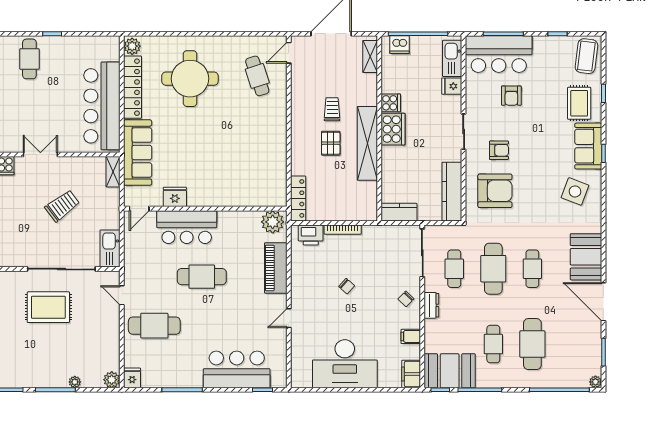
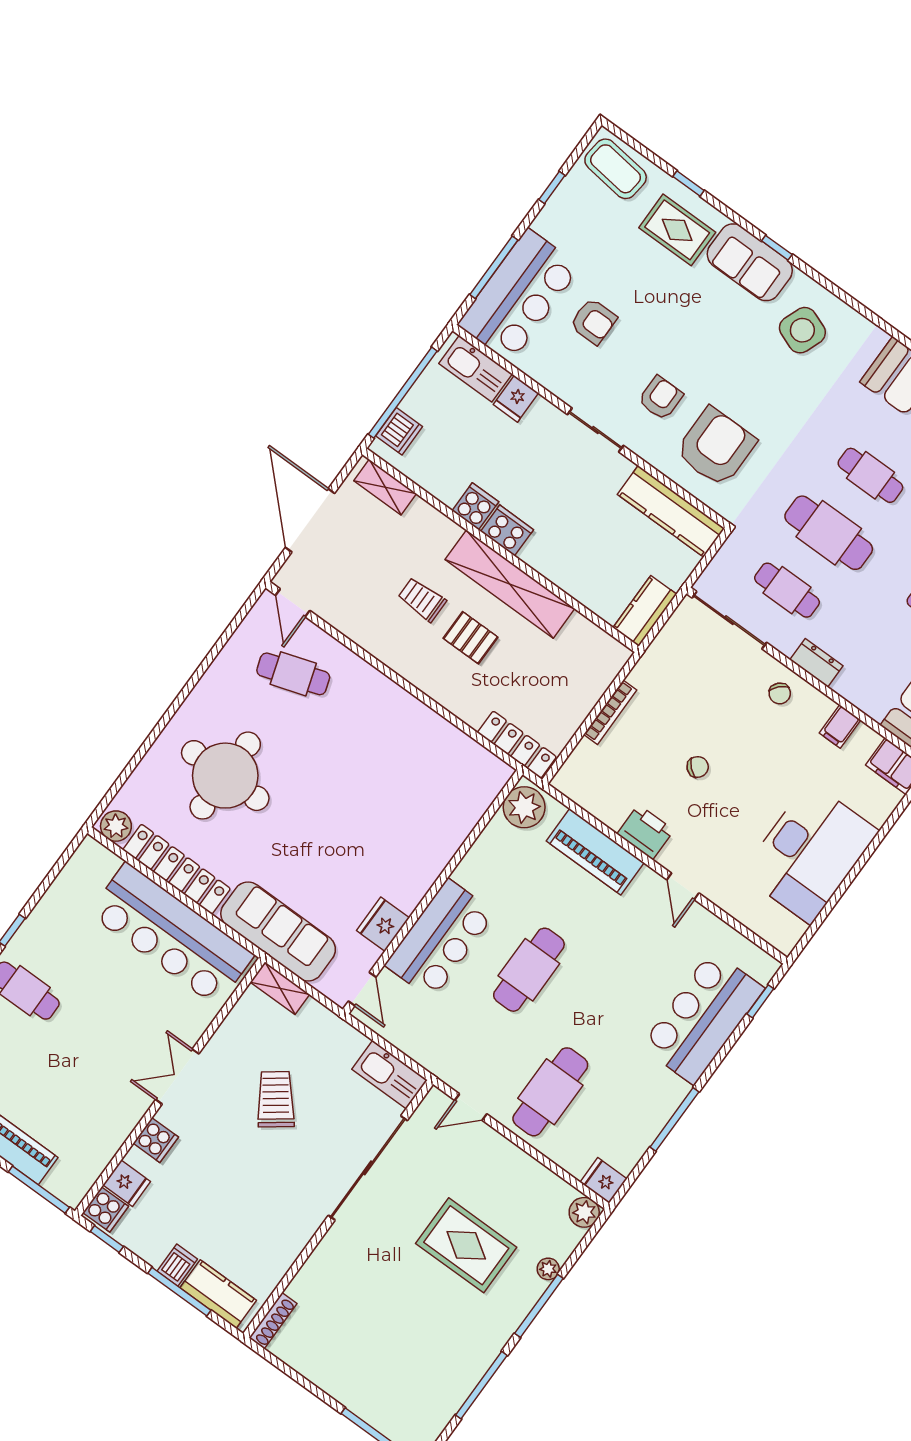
cooker: (393, 129) -> (507, 531), width x0.73, depth x0.76
printer: (311, 235) -> (645, 832), moved, turned -90
rug: (48, 307) -> (466, 1245), moved, turned 90

